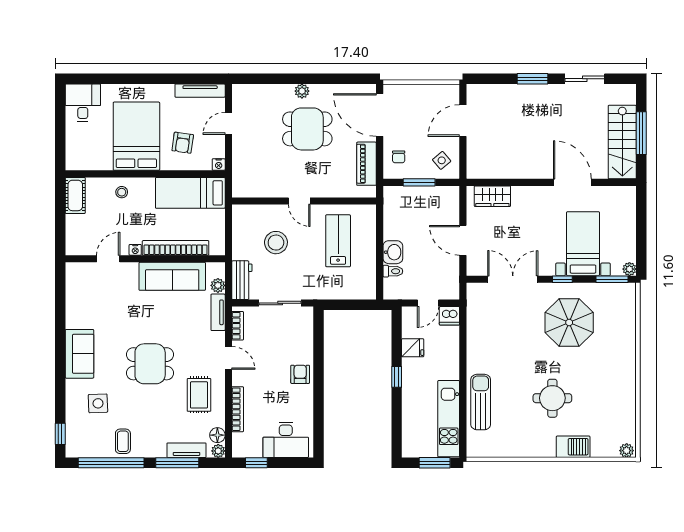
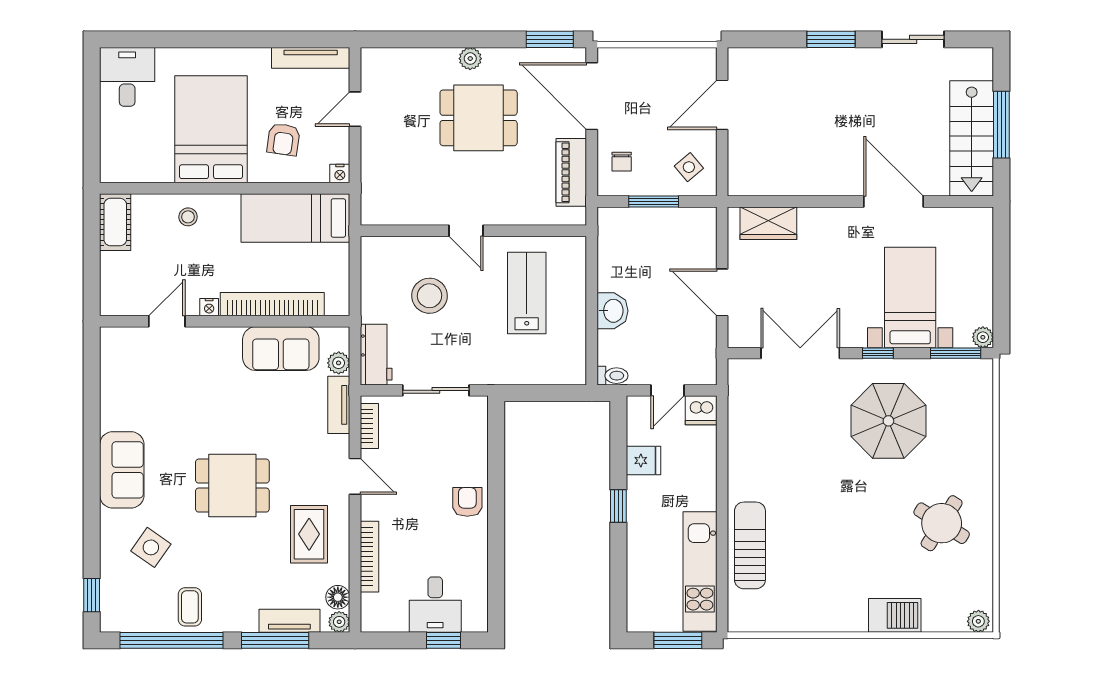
window: (353, 79) -> (550, 39), added
toilet: (393, 271) -> (612, 376), moved
sofa: (172, 276) -> (281, 349), width x0.73
round table: (552, 398) -> (942, 523), moved, turned 32
side table: (98, 403) -> (151, 547), turned 37
desk: (286, 440) -> (435, 605), width x0.73
window: (256, 463) -> (444, 640), moved

